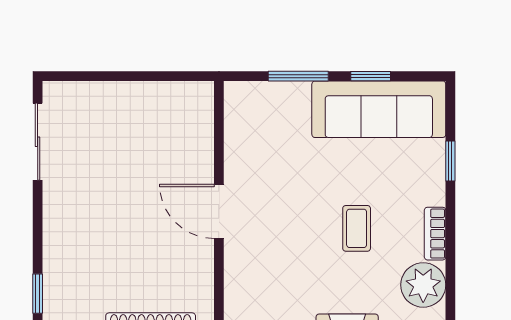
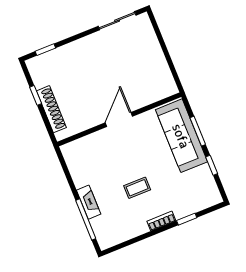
sofa: (379, 109) -> (181, 136), moved
bookcase: (435, 234) -> (161, 221), moved
plant: (423, 285) -> (123, 230), removed

